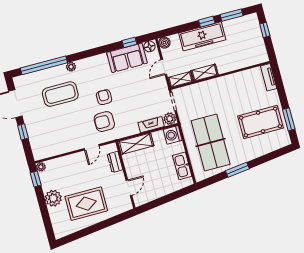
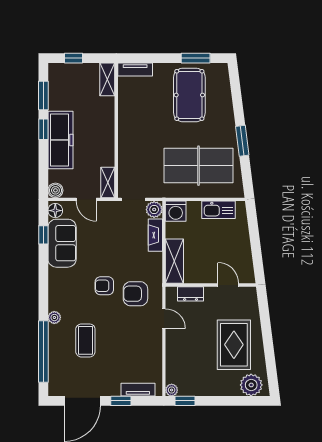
shelving: (205, 73) -> (107, 79), moved
coffee table: (60, 94) -> (85, 340), width x0.73, depth x0.76
armchair: (104, 122) -> (135, 294), turned 90
tv unit: (35, 142) -> (138, 390), added
plant: (53, 198) -> (251, 385), moved

